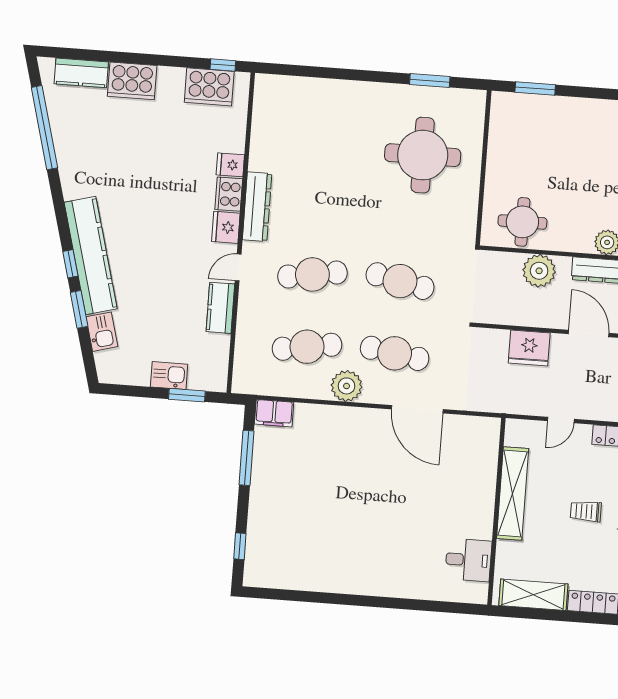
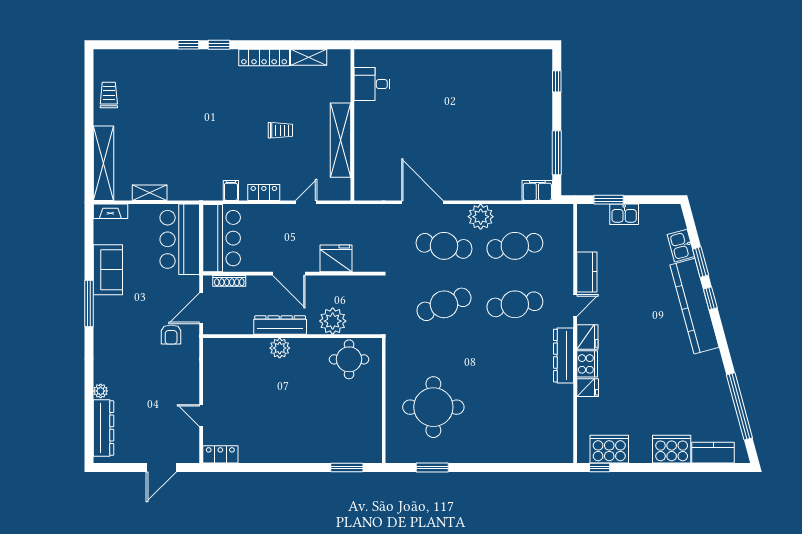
cafe table: (400, 281) -> (444, 304), turned -33
shelving: (533, 595) -> (309, 57), width x0.67, depth x0.75

